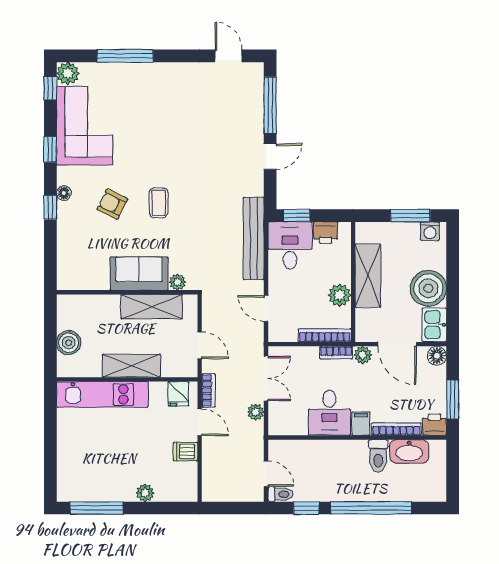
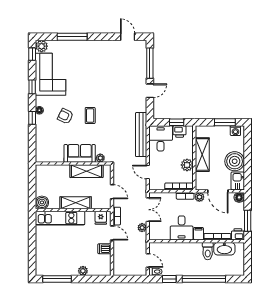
window: (297, 216) -> (177, 122), moved
boiler: (69, 343) -> (42, 202), moved

